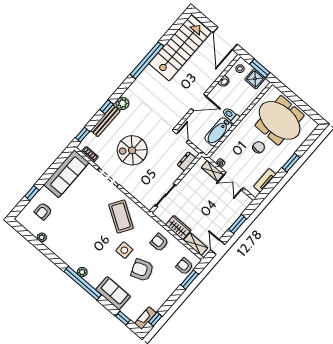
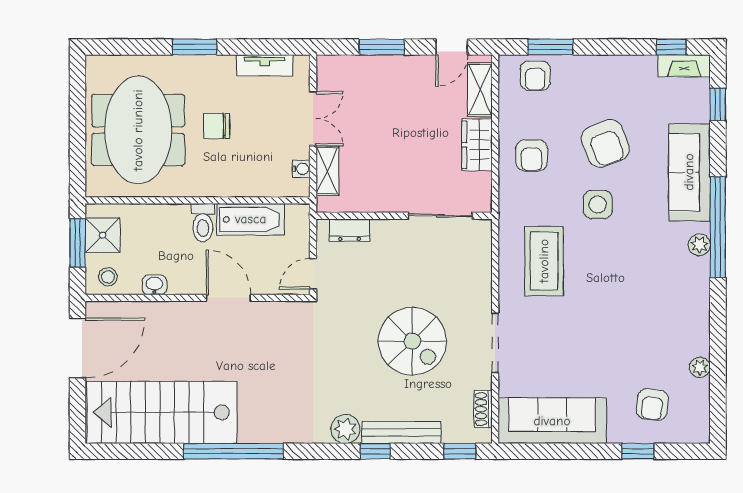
armchair: (43, 211) -> (652, 405), turned 96
coffee table: (121, 216) -> (544, 261), turned -32
sofa: (113, 293) -> (689, 172), width x1.36

